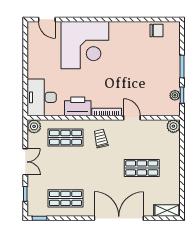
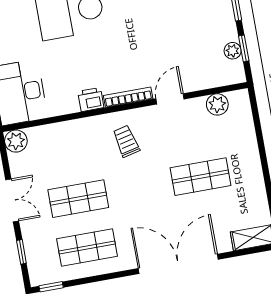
printer: (78, 106) -> (91, 99), width x0.53, depth x0.68
door: (132, 118) -> (170, 99), hinge flipped
plant: (173, 126) -> (217, 104), moved
shop shelf: (65, 137) -> (78, 199), moved

